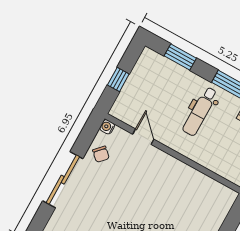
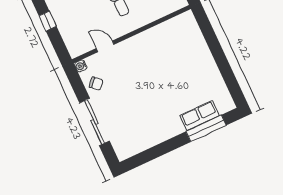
window: (118, 79) -> (48, 21), moved

